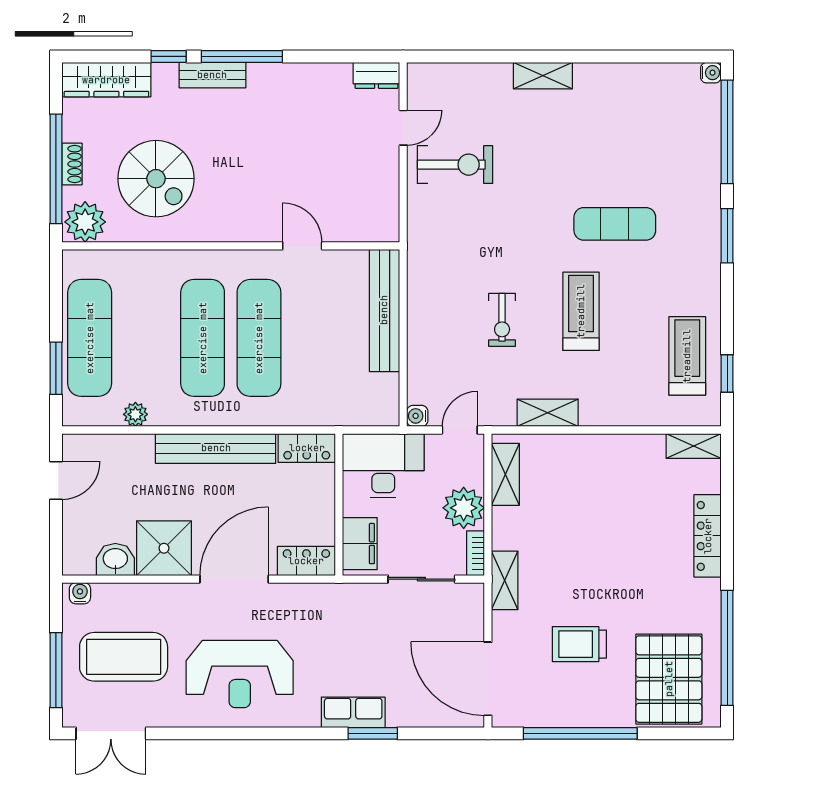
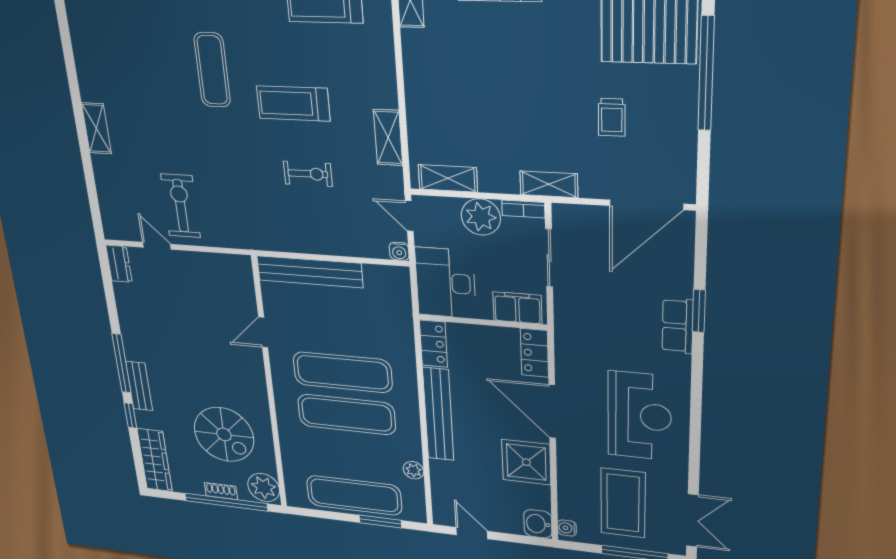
spiral stairs: (156, 179) -> (224, 434), turned 90
washbasin: (115, 560) -> (538, 524), moved
trolley: (579, 644) -> (612, 117), width x0.73, depth x0.72
window: (580, 733) -> (706, 74), moved

